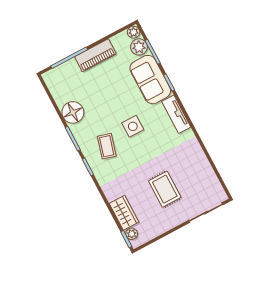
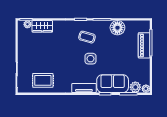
piano: (95, 55) -> (144, 45), moved
rug: (165, 189) -> (43, 80), moved

